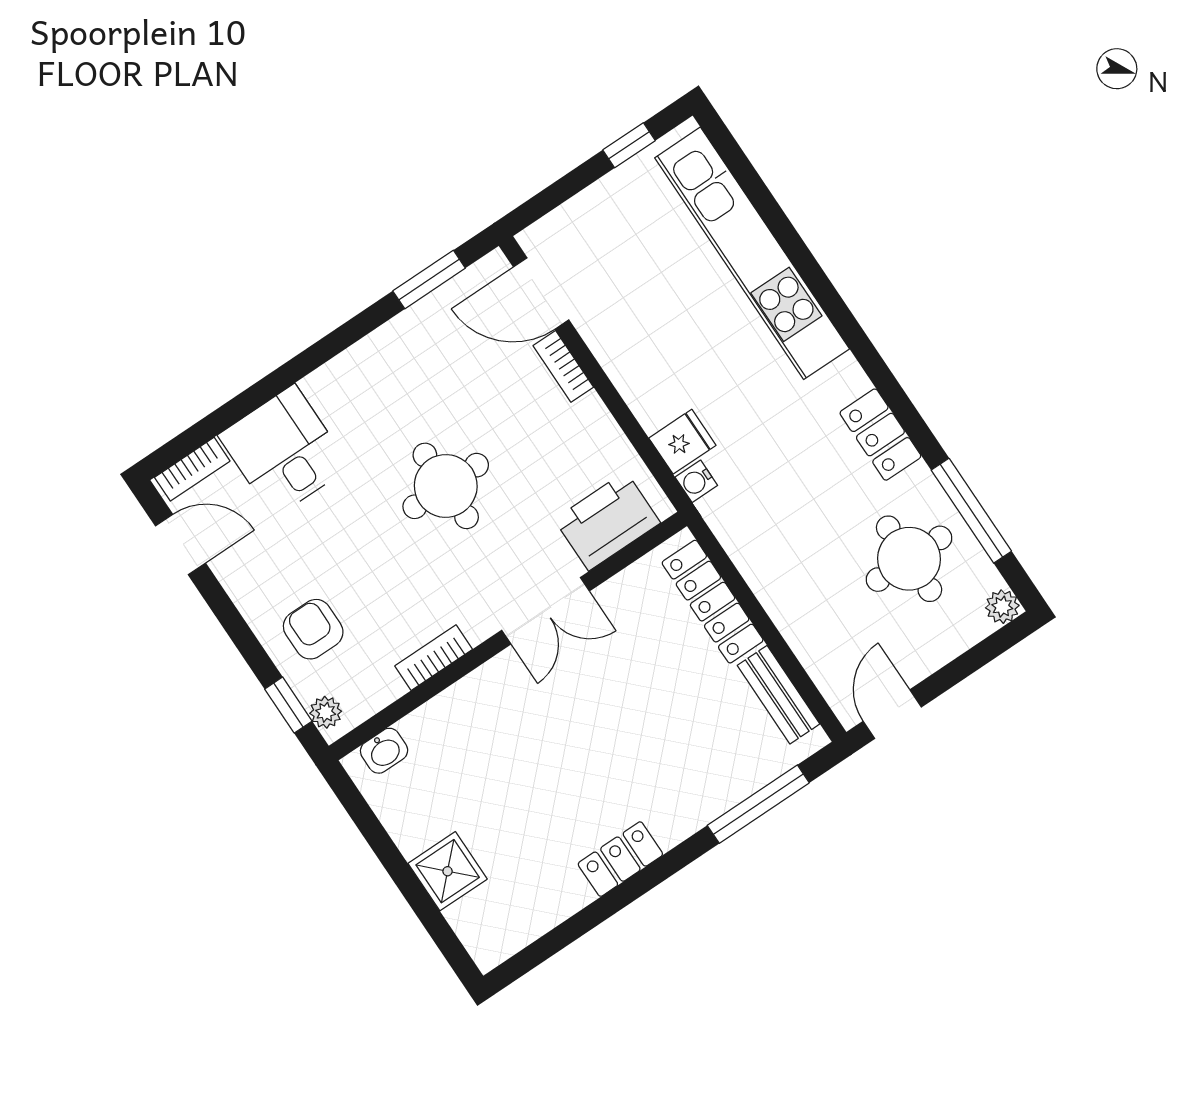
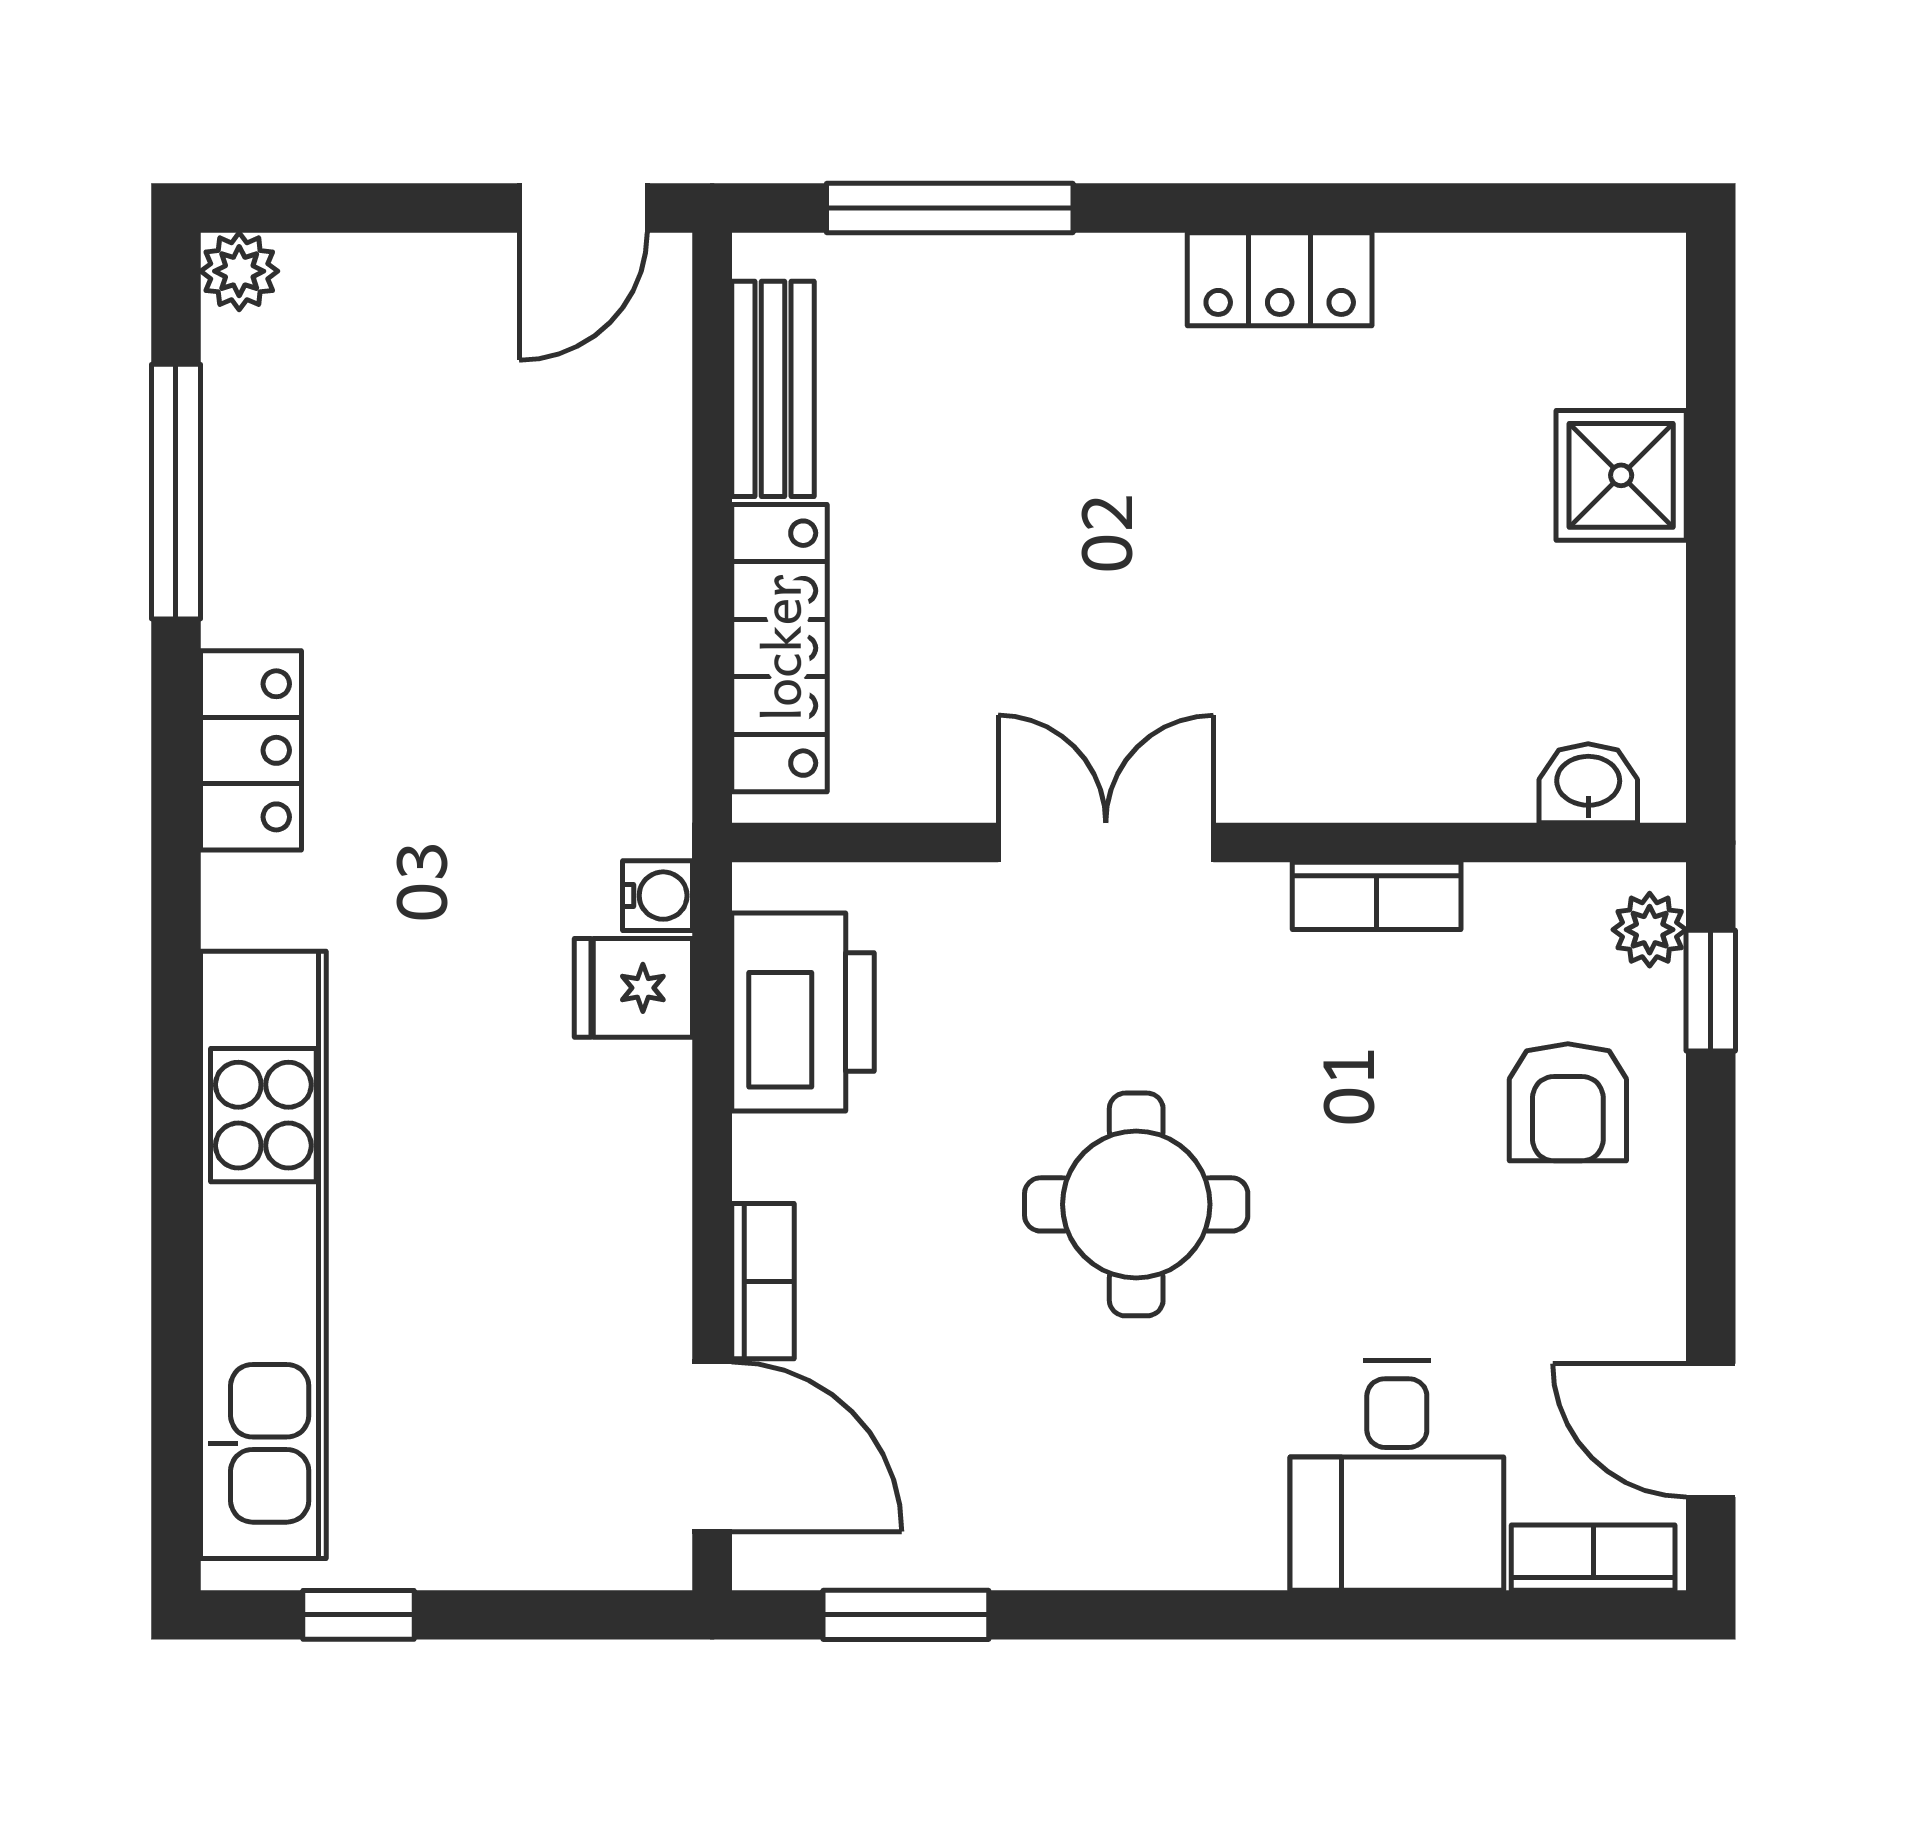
printer: (607, 521) -> (803, 1012), moved, turned -90
round table: (909, 559) -> (354, 480), removed

